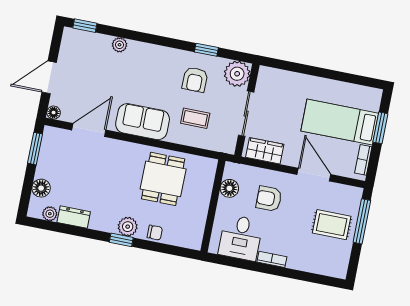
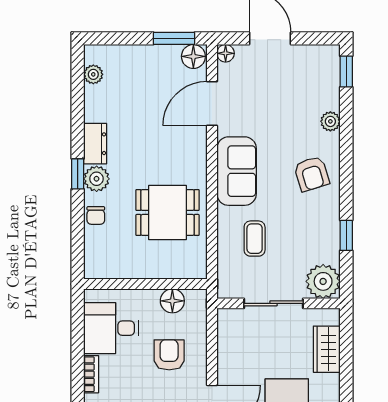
armchair: (195, 80) -> (312, 174), moved, turned -107
door: (89, 130) -> (212, 104), swing flipped
wardrobe: (265, 151) -> (327, 349), moved, turned 180
floor lamp: (41, 188) -> (193, 56), moved
dresser: (74, 217) -> (95, 144), moved

